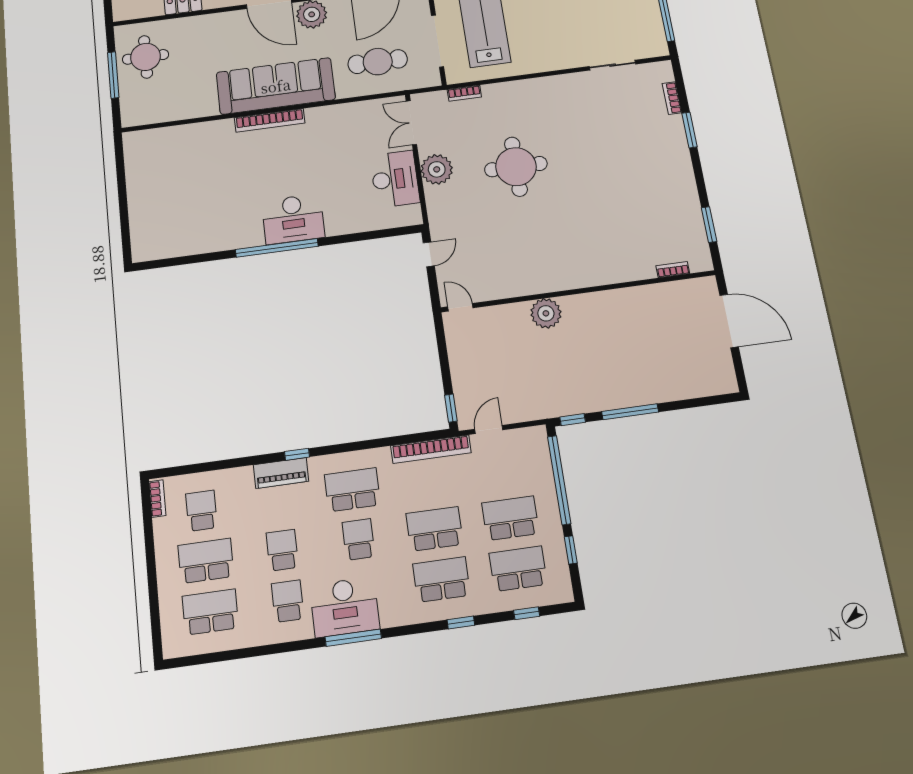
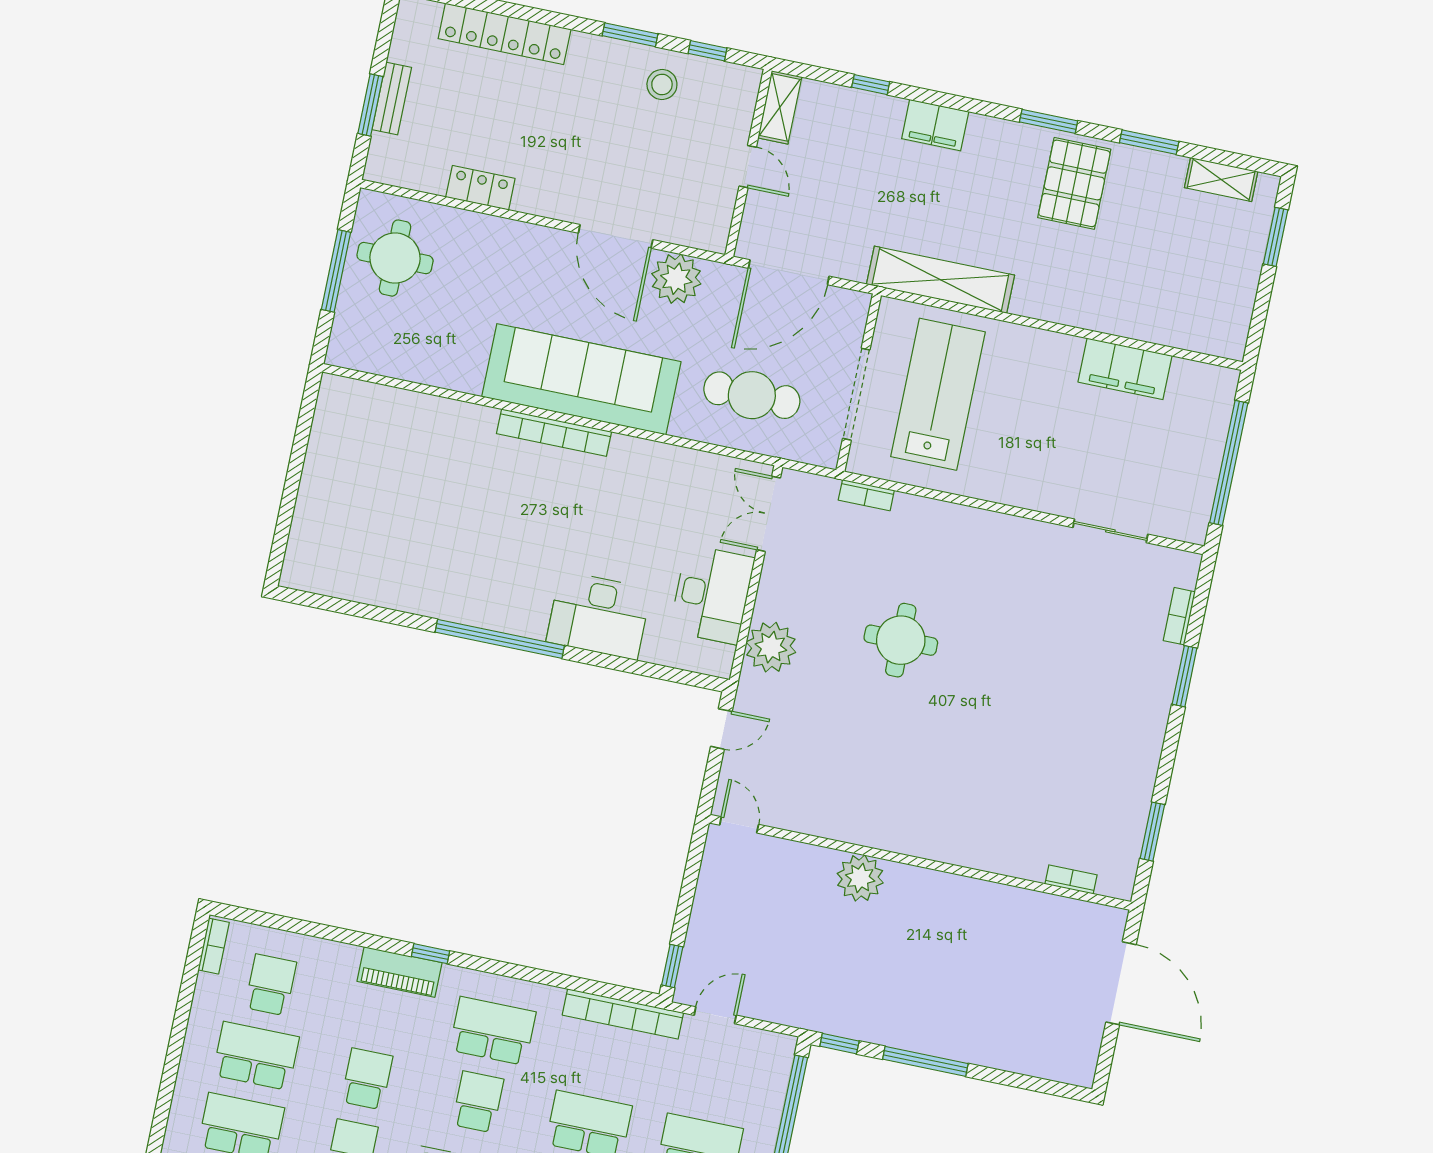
round table: (516, 167) -> (901, 640), width x0.73, depth x0.73
plant: (437, 169) -> (771, 647), moved
desk: (293, 219) -> (599, 615), moved

